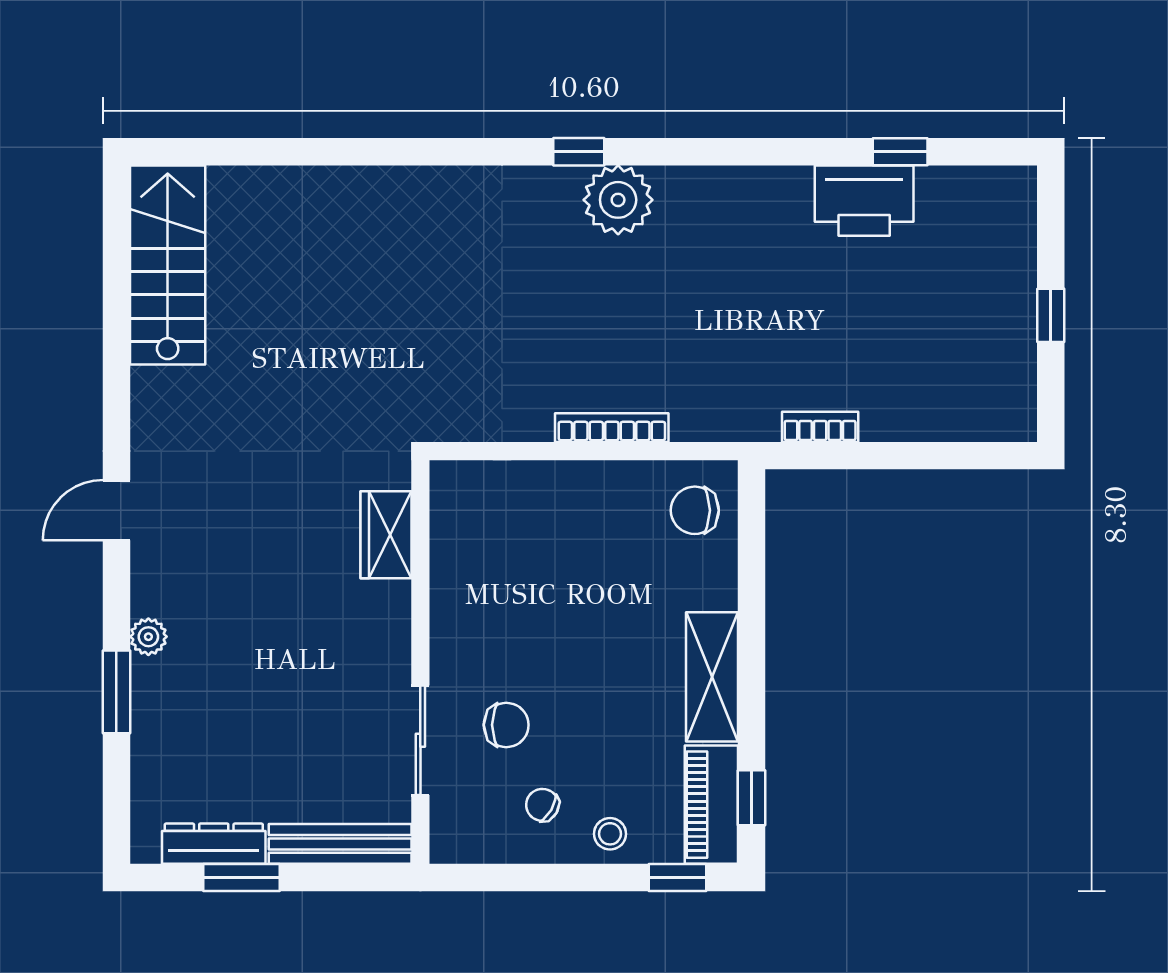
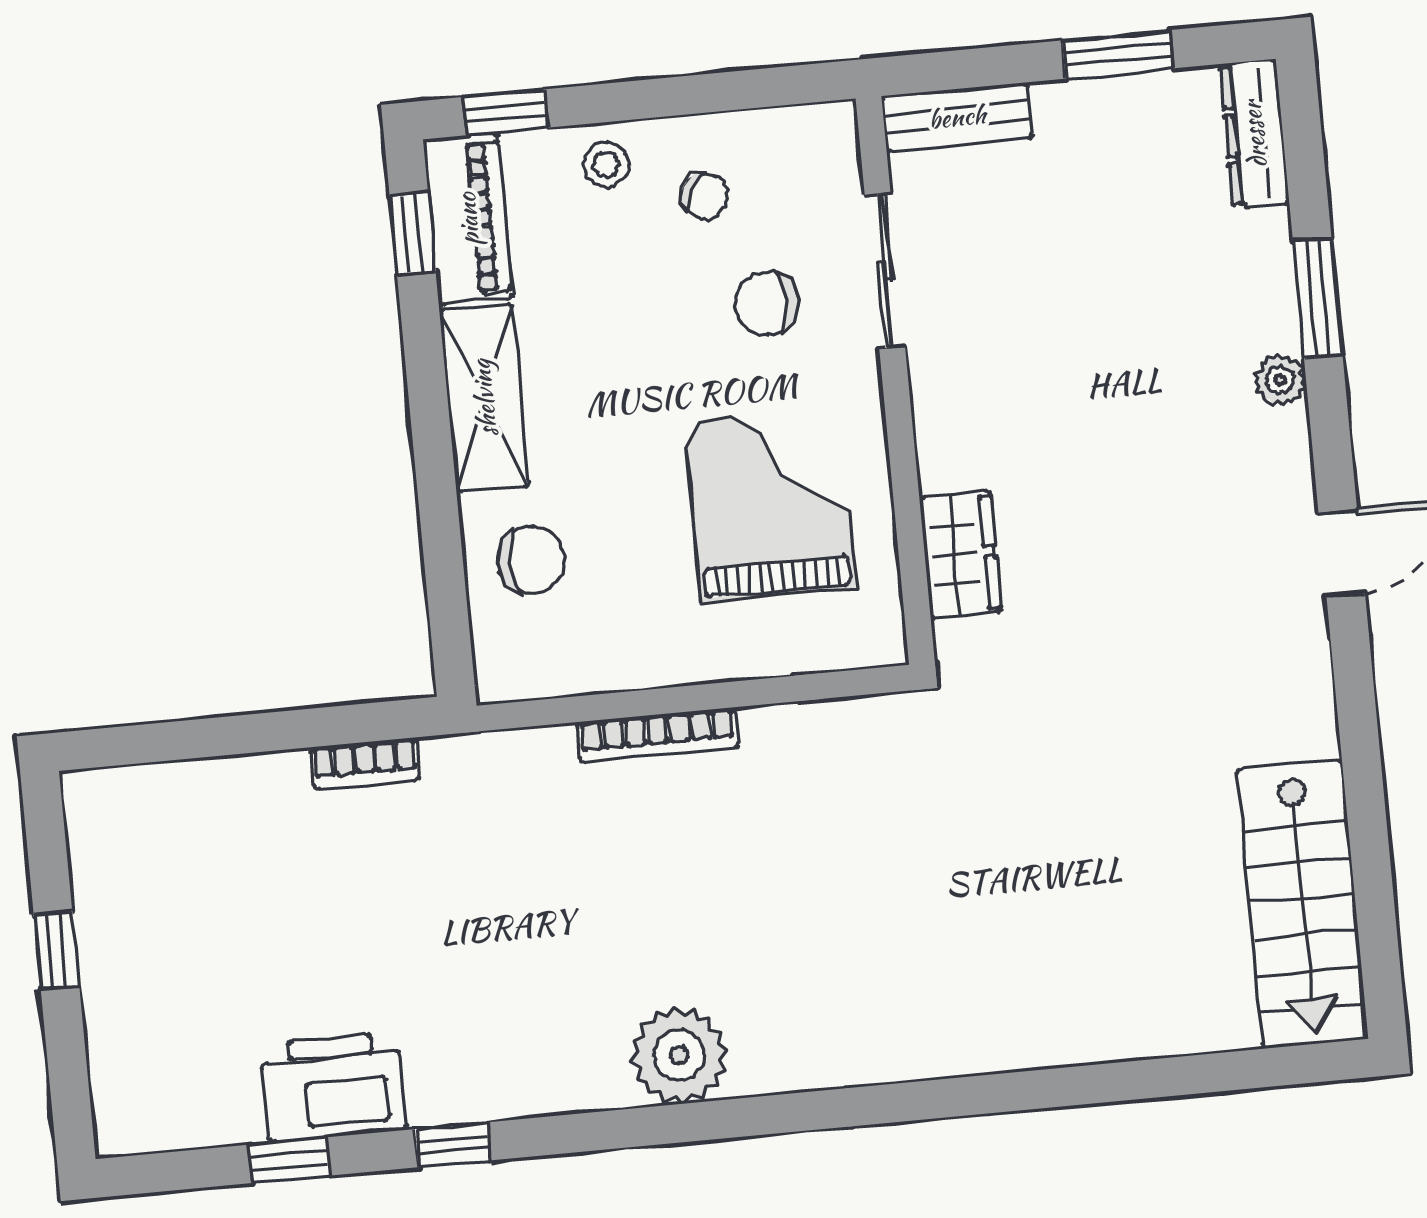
window: (579, 152) -> (453, 1145), moved
chair: (695, 510) -> (531, 560), moved
grand piano: (517, 583) -> (770, 505), added
dresser: (214, 844) -> (1254, 134), moved, turned 90
bench: (340, 844) -> (957, 117), width x0.73

